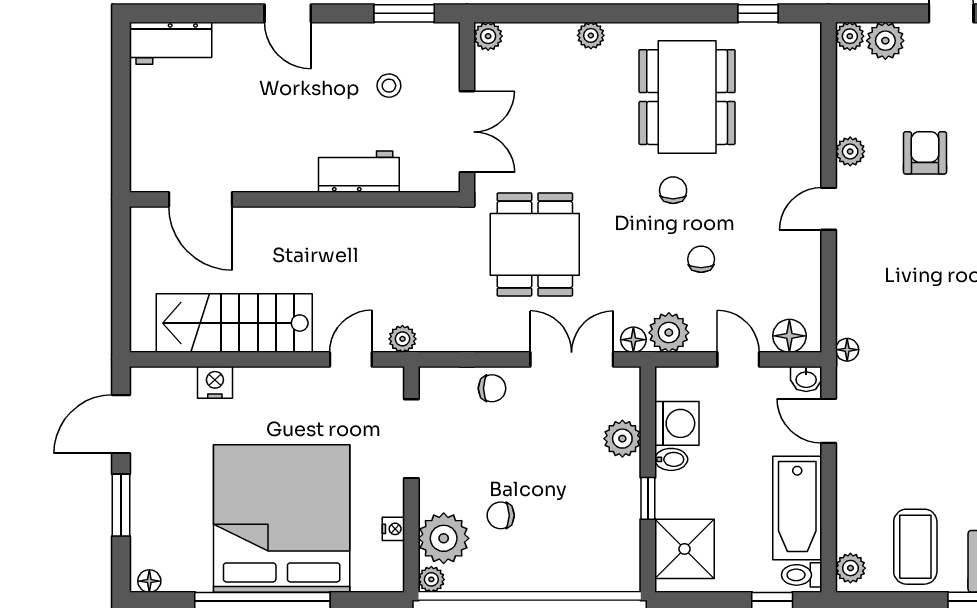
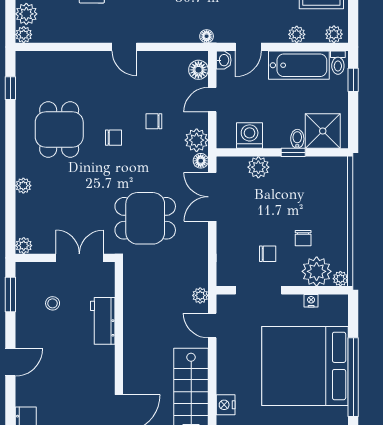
dining table: (687, 97) -> (59, 129), width x0.73
plant: (850, 151) -> (297, 34), moved
chair: (673, 190) -> (114, 138), turned 180
chair: (492, 388) -> (268, 254), moved, turned 90
bidet: (671, 459) -> (297, 139), moved

